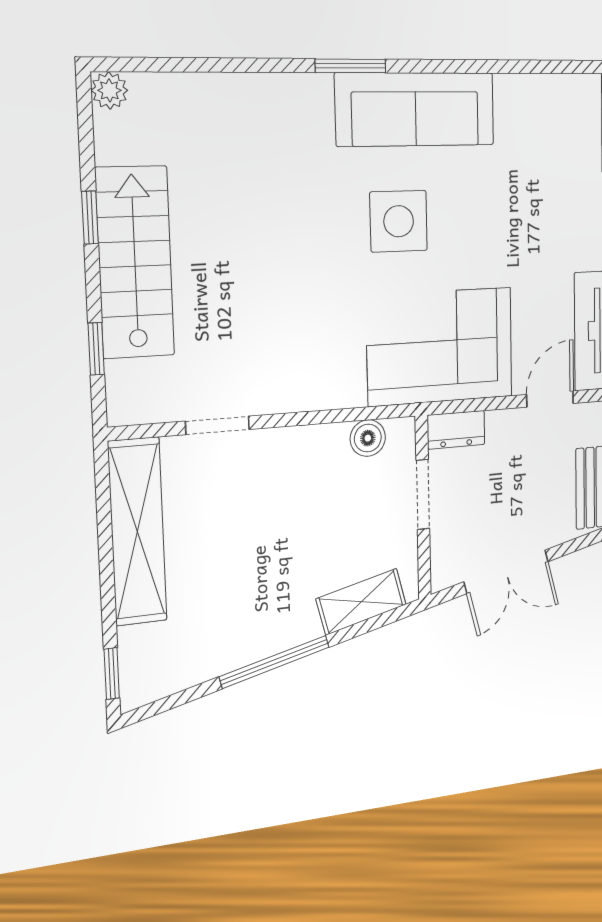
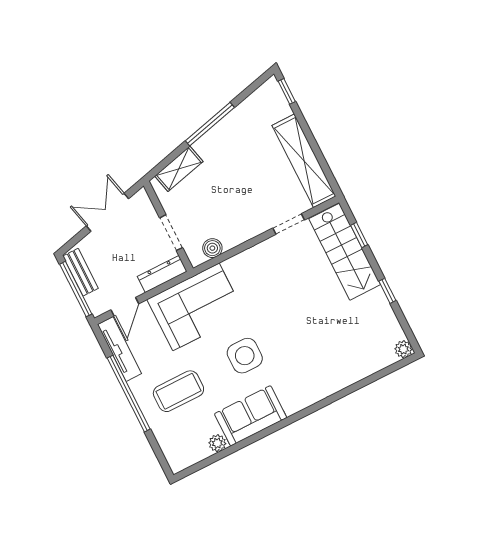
window: (351, 66) -> (301, 414), removed
plant: (511, 90) -> (217, 443), added
sofa: (415, 109) -> (251, 416), width x0.73
coffee table: (532, 213) -> (178, 391), added
stairs: (135, 262) -> (345, 252), moved
dresser: (456, 430) -> (162, 274), width x1.44

